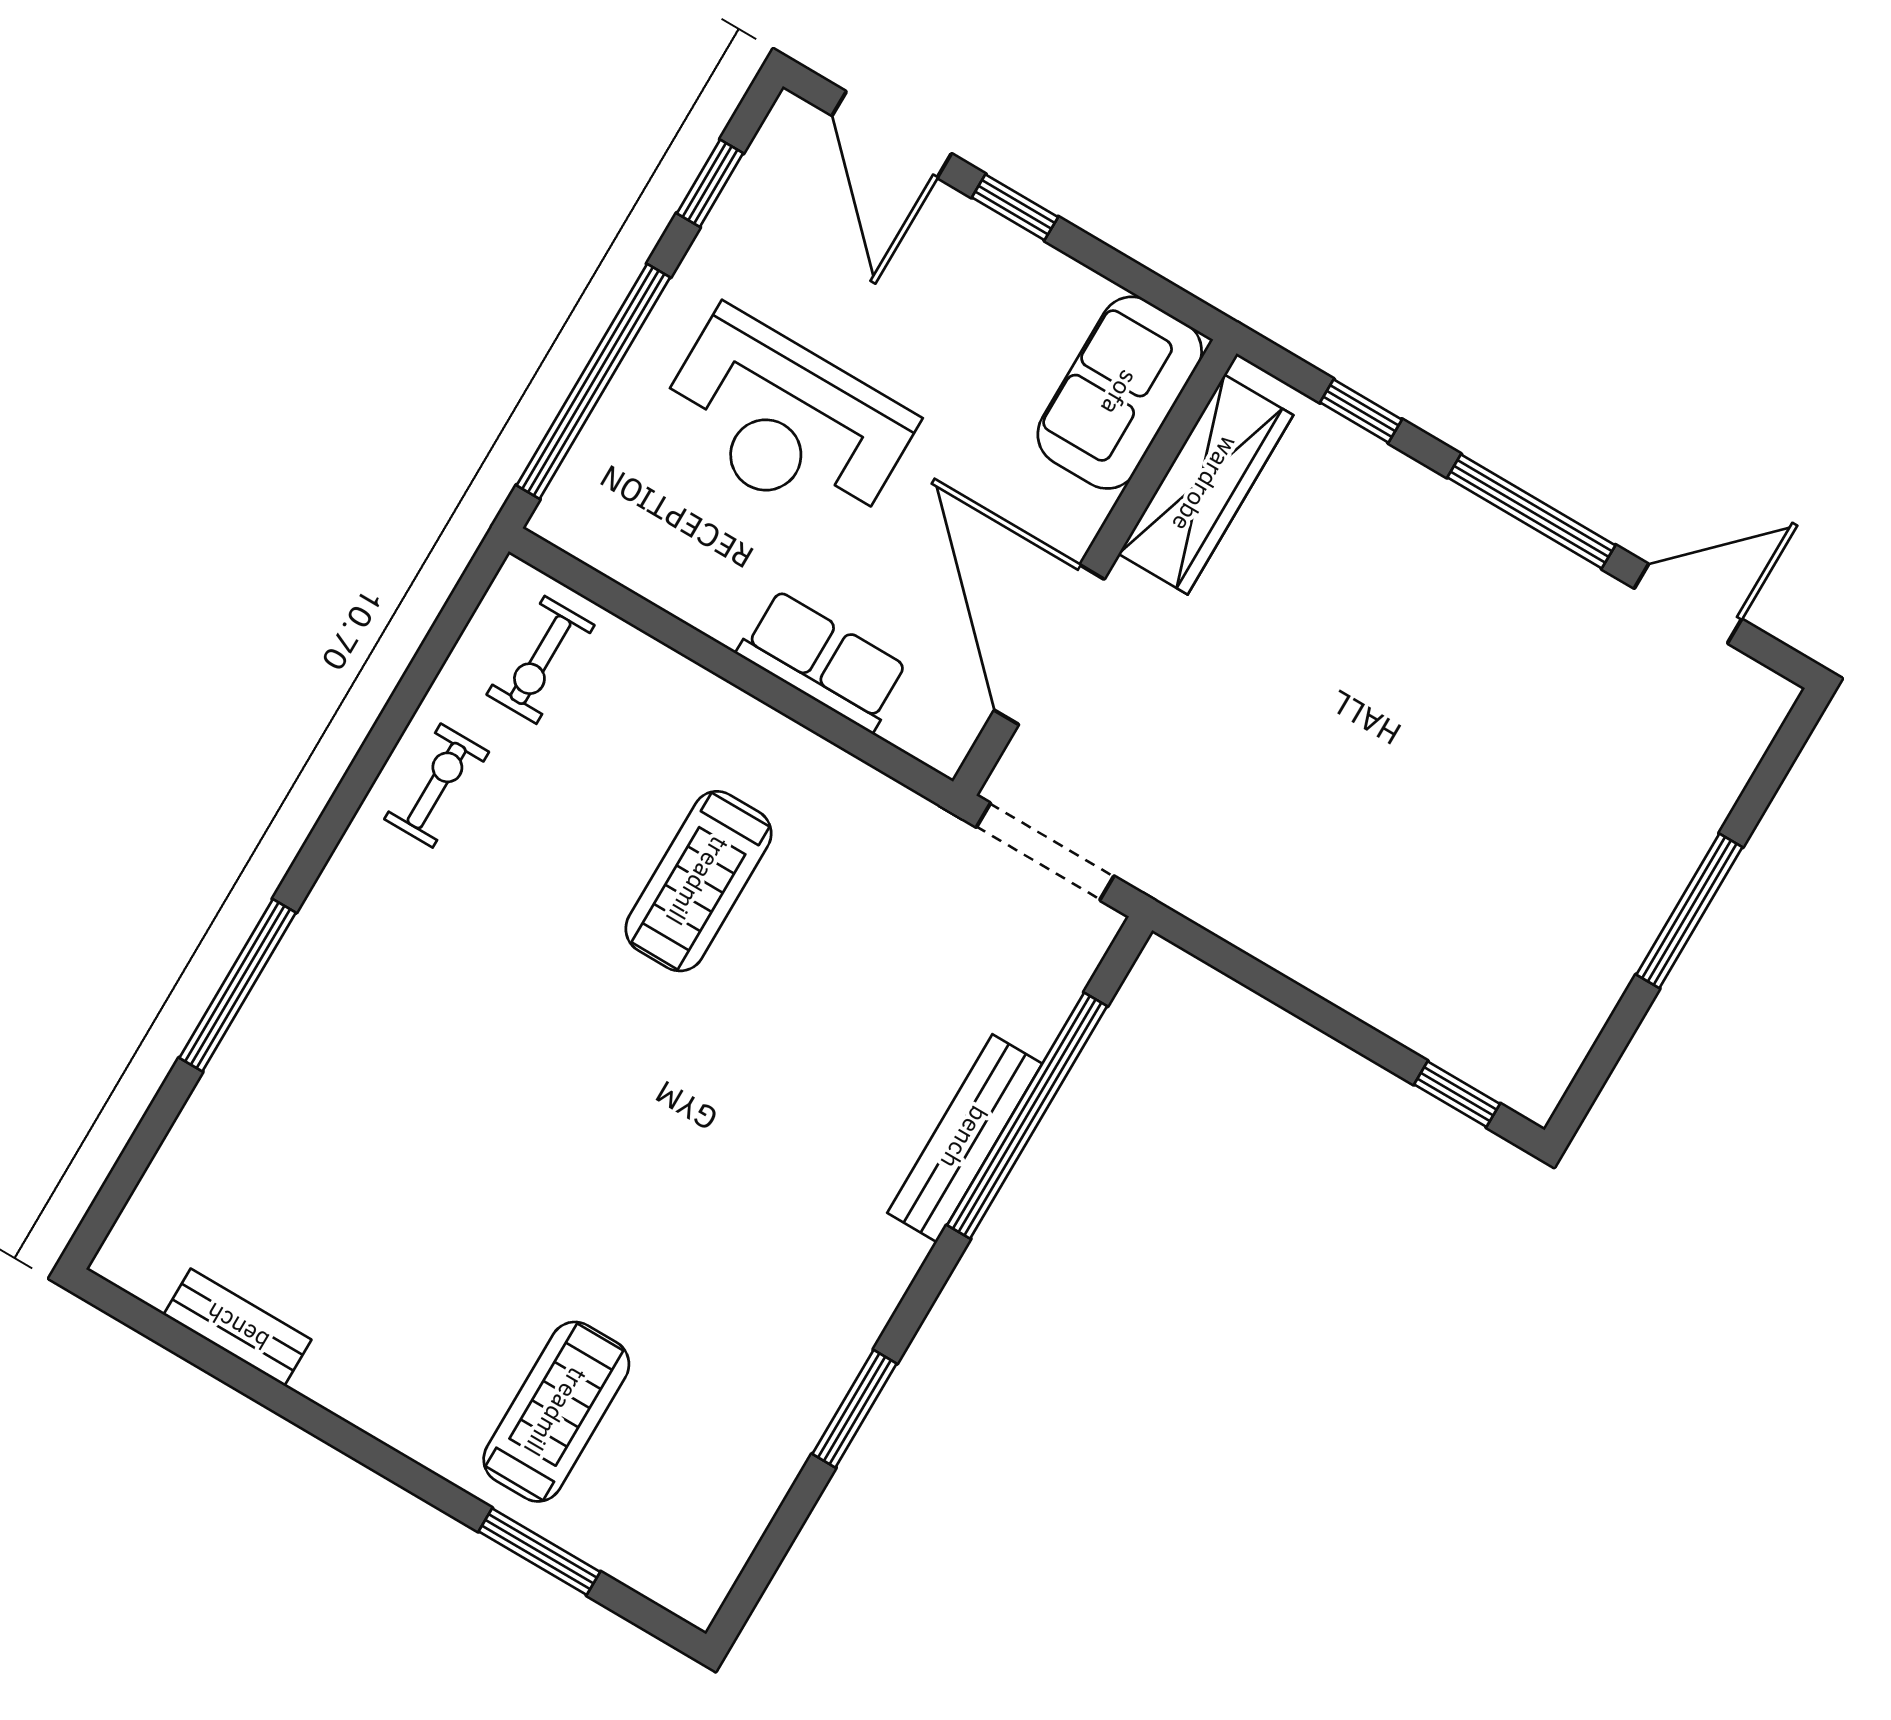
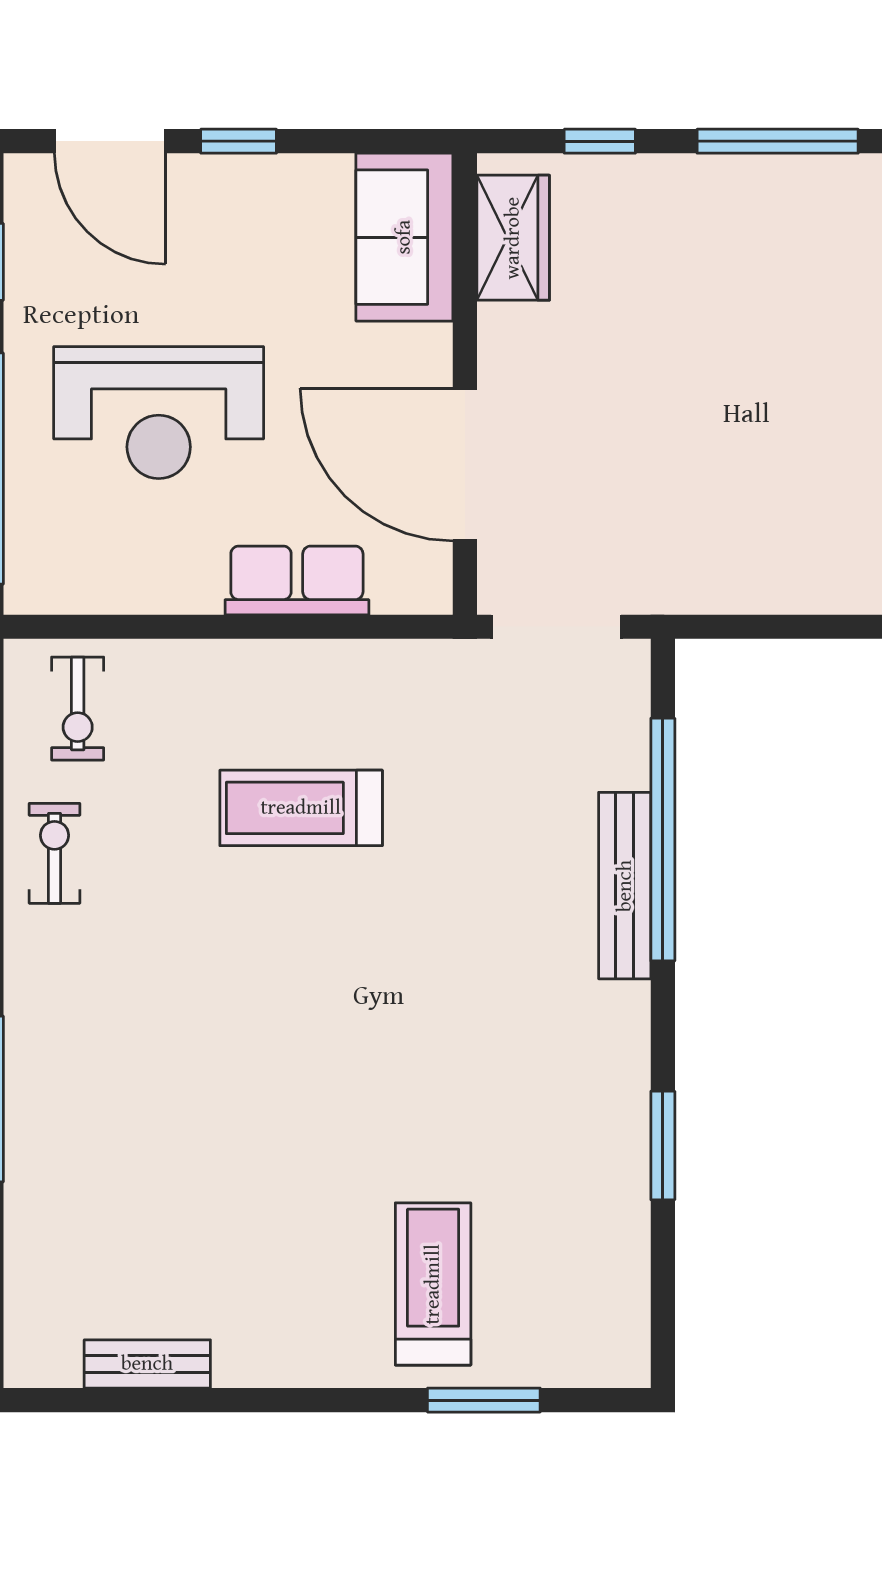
wardrobe: (1206, 484) -> (513, 238), width x0.67
treadmill: (698, 881) -> (301, 808), turned 90

